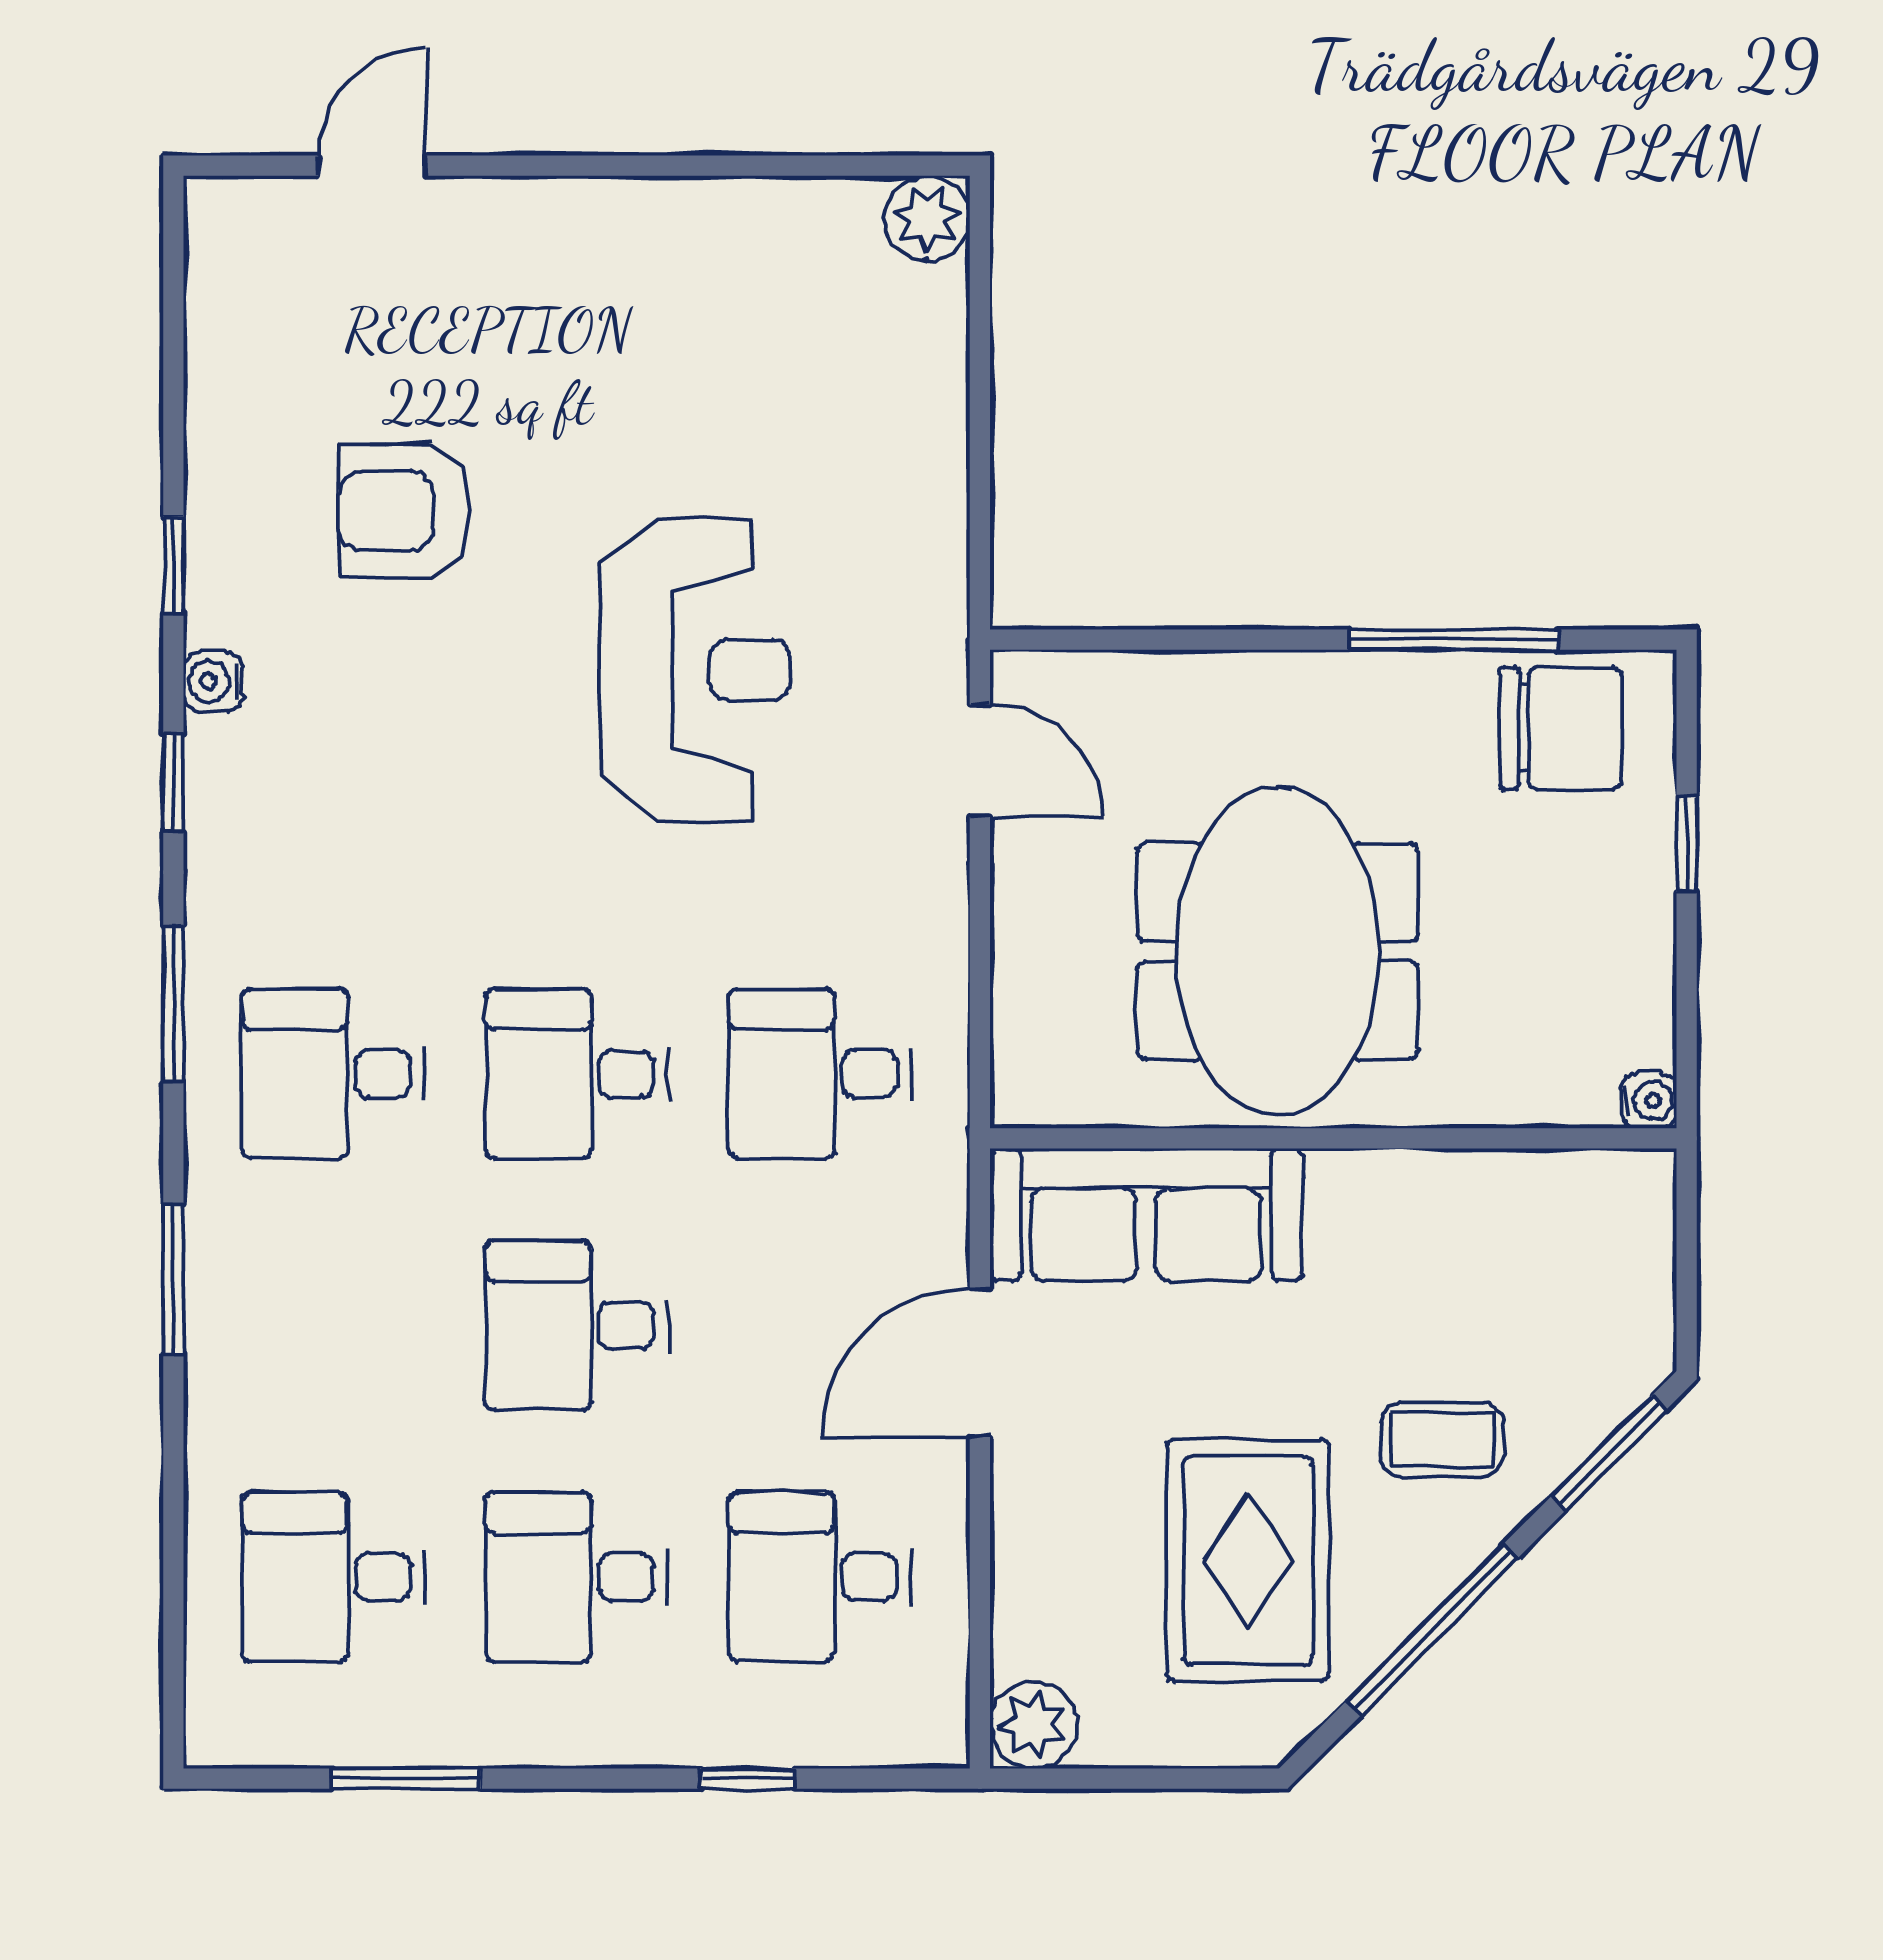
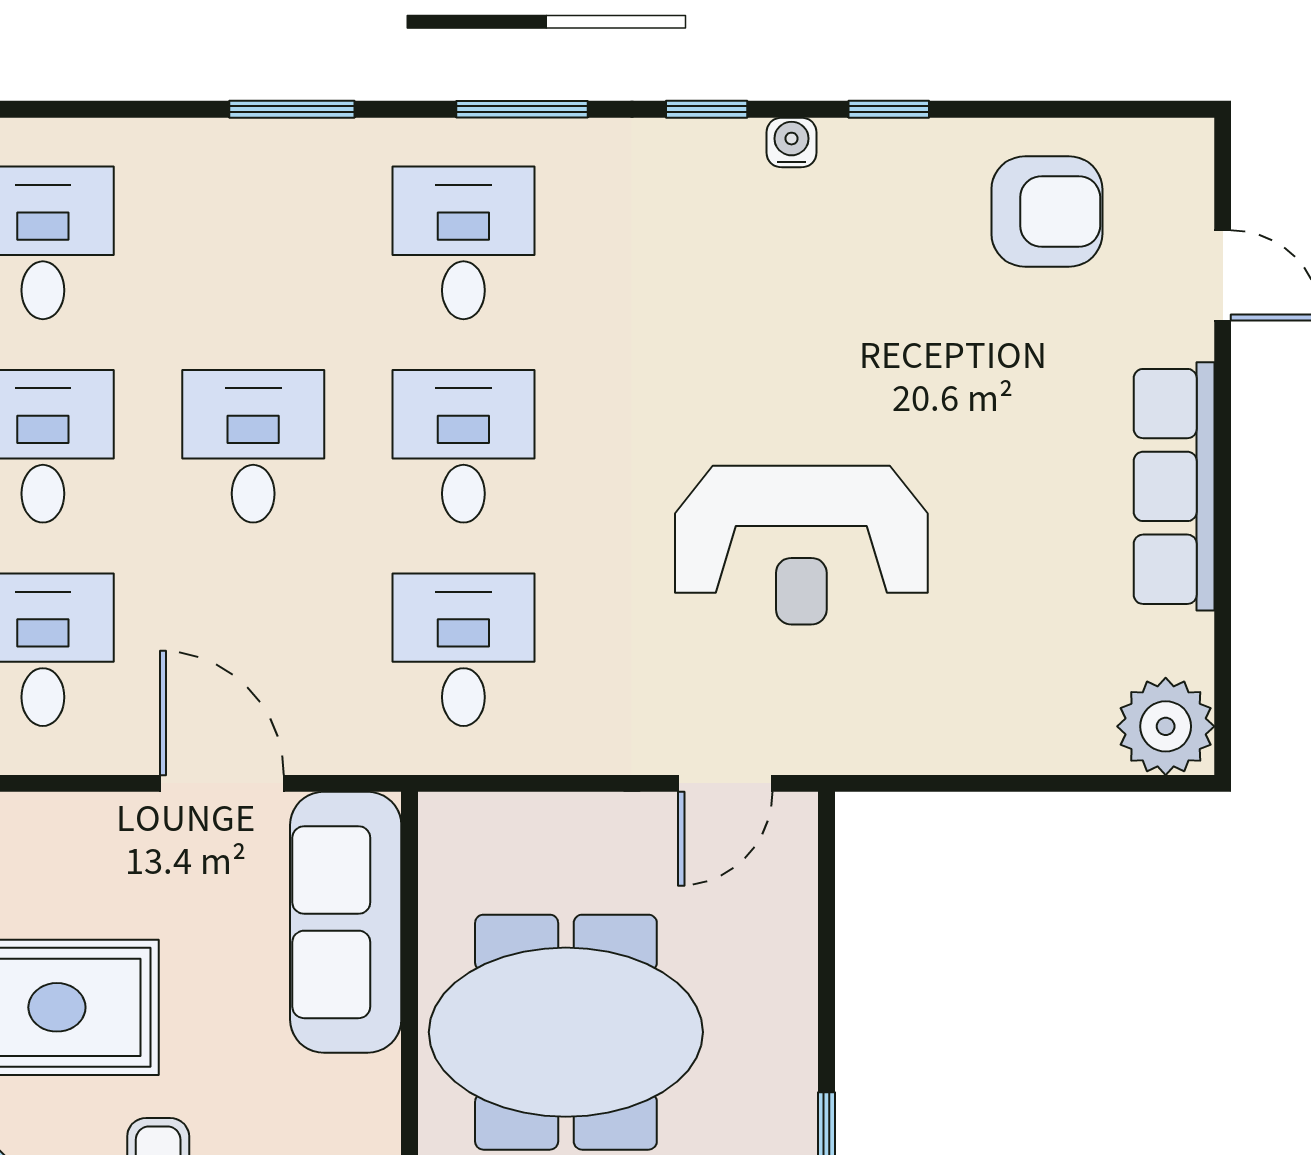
plant: (927, 218) -> (1166, 726), width x1.36, depth x1.36
row of seats: (625, 224) -> (1174, 486), added
armchair: (404, 511) -> (1047, 212), moved, turned 90

